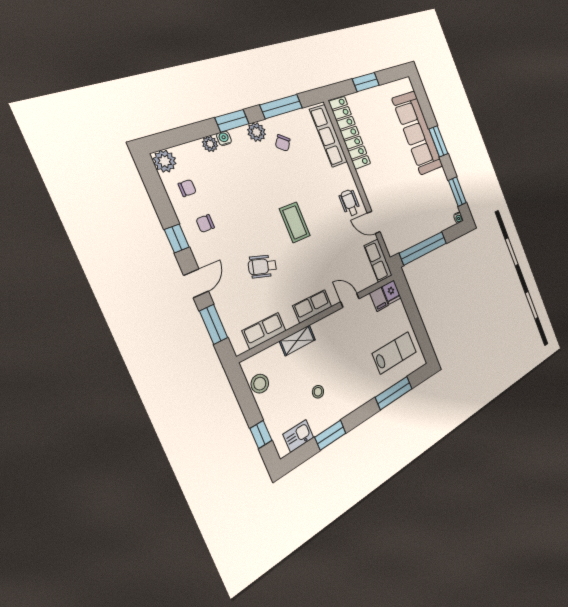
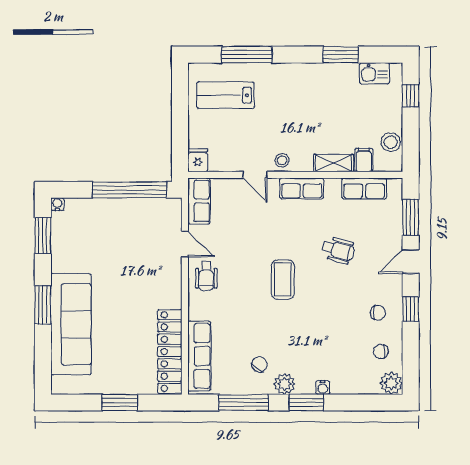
plant: (210, 144) -> (340, 386), removed
filing cabinet: (379, 299) -> (364, 160), moved
stool: (318, 392) -> (282, 160), moved

